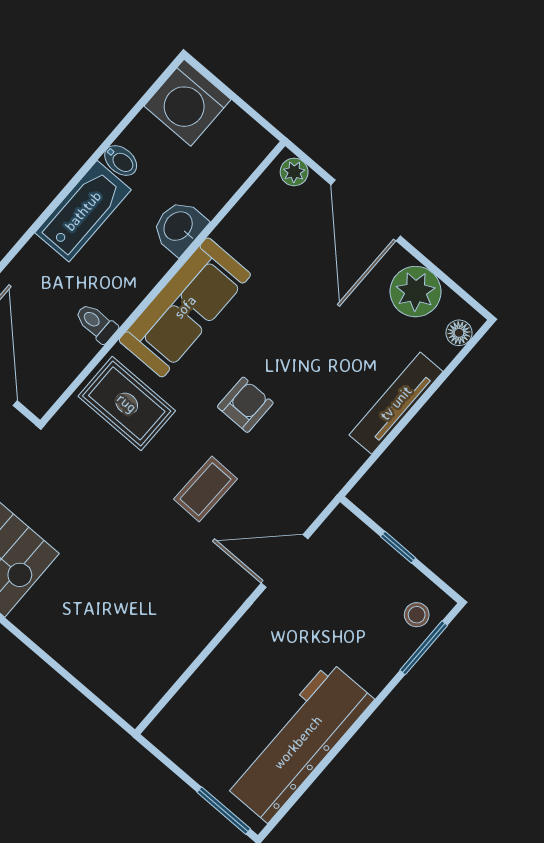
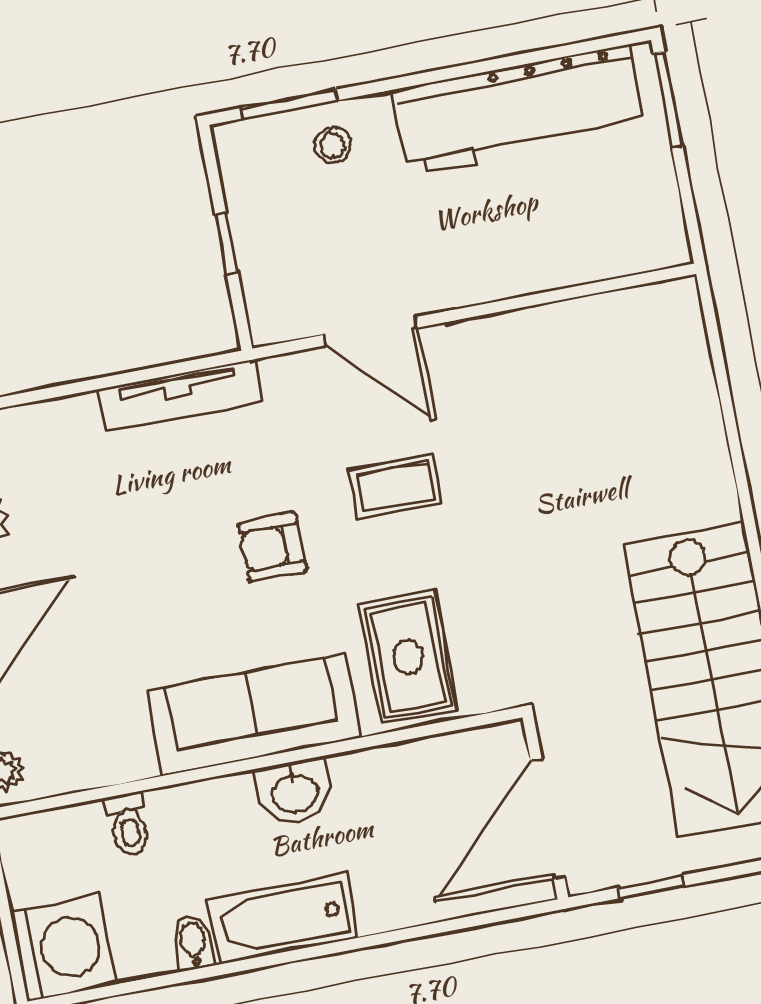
washbasin: (179, 227) -> (295, 792), moved
toilet: (96, 323) -> (129, 824), moved
tv unit: (396, 403) -> (180, 396), moved
stool: (417, 615) -> (333, 145), moved

